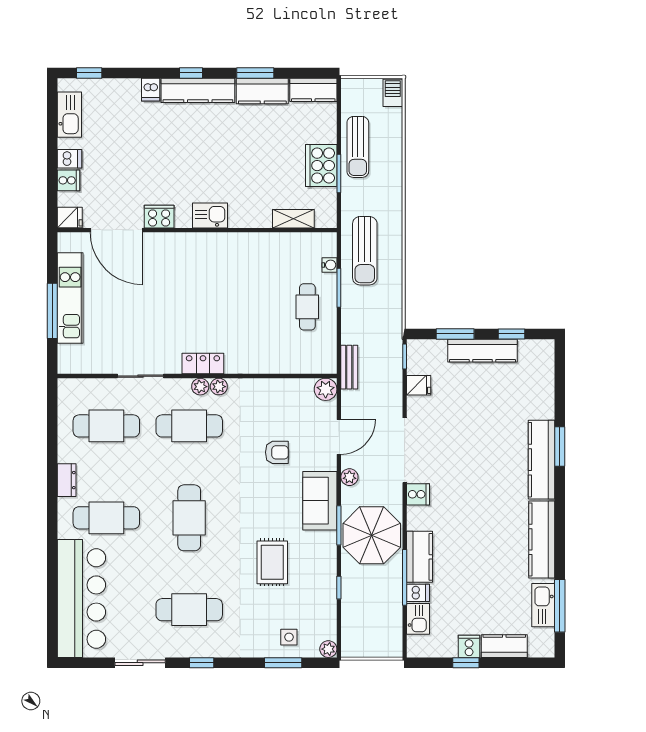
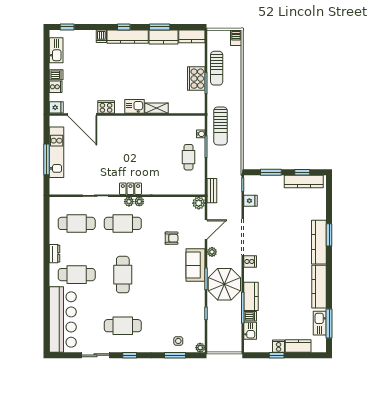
shelving: (293, 219) -> (157, 108), moved
kitchen counter: (482, 351) -> (304, 182), moved
rug: (272, 562) -> (169, 299), removed

